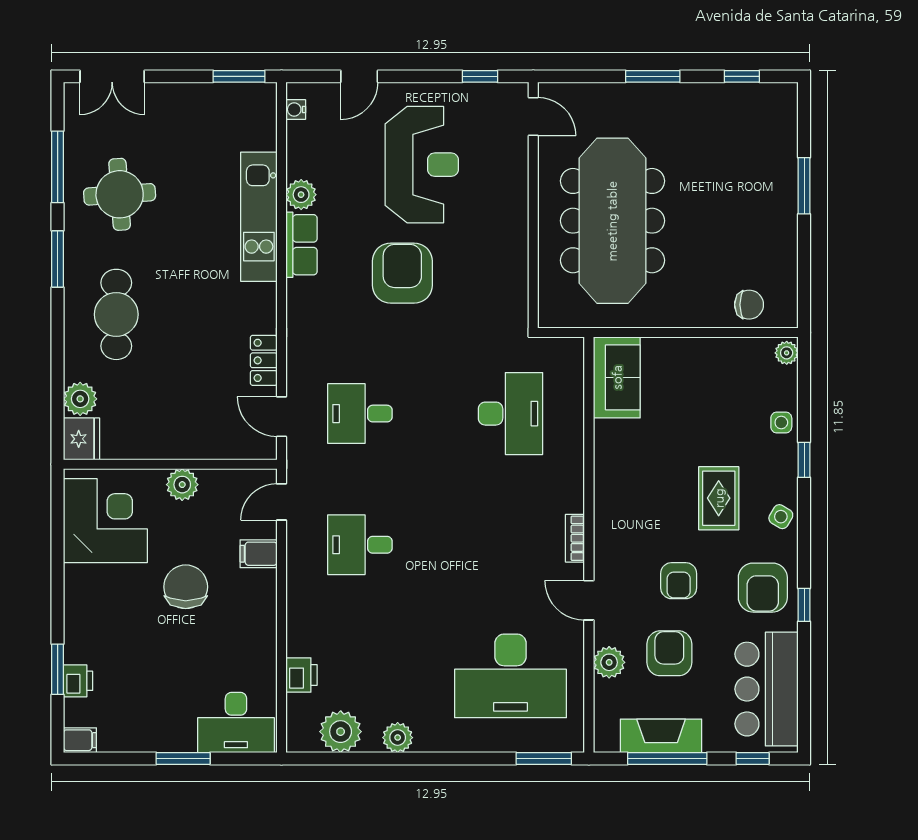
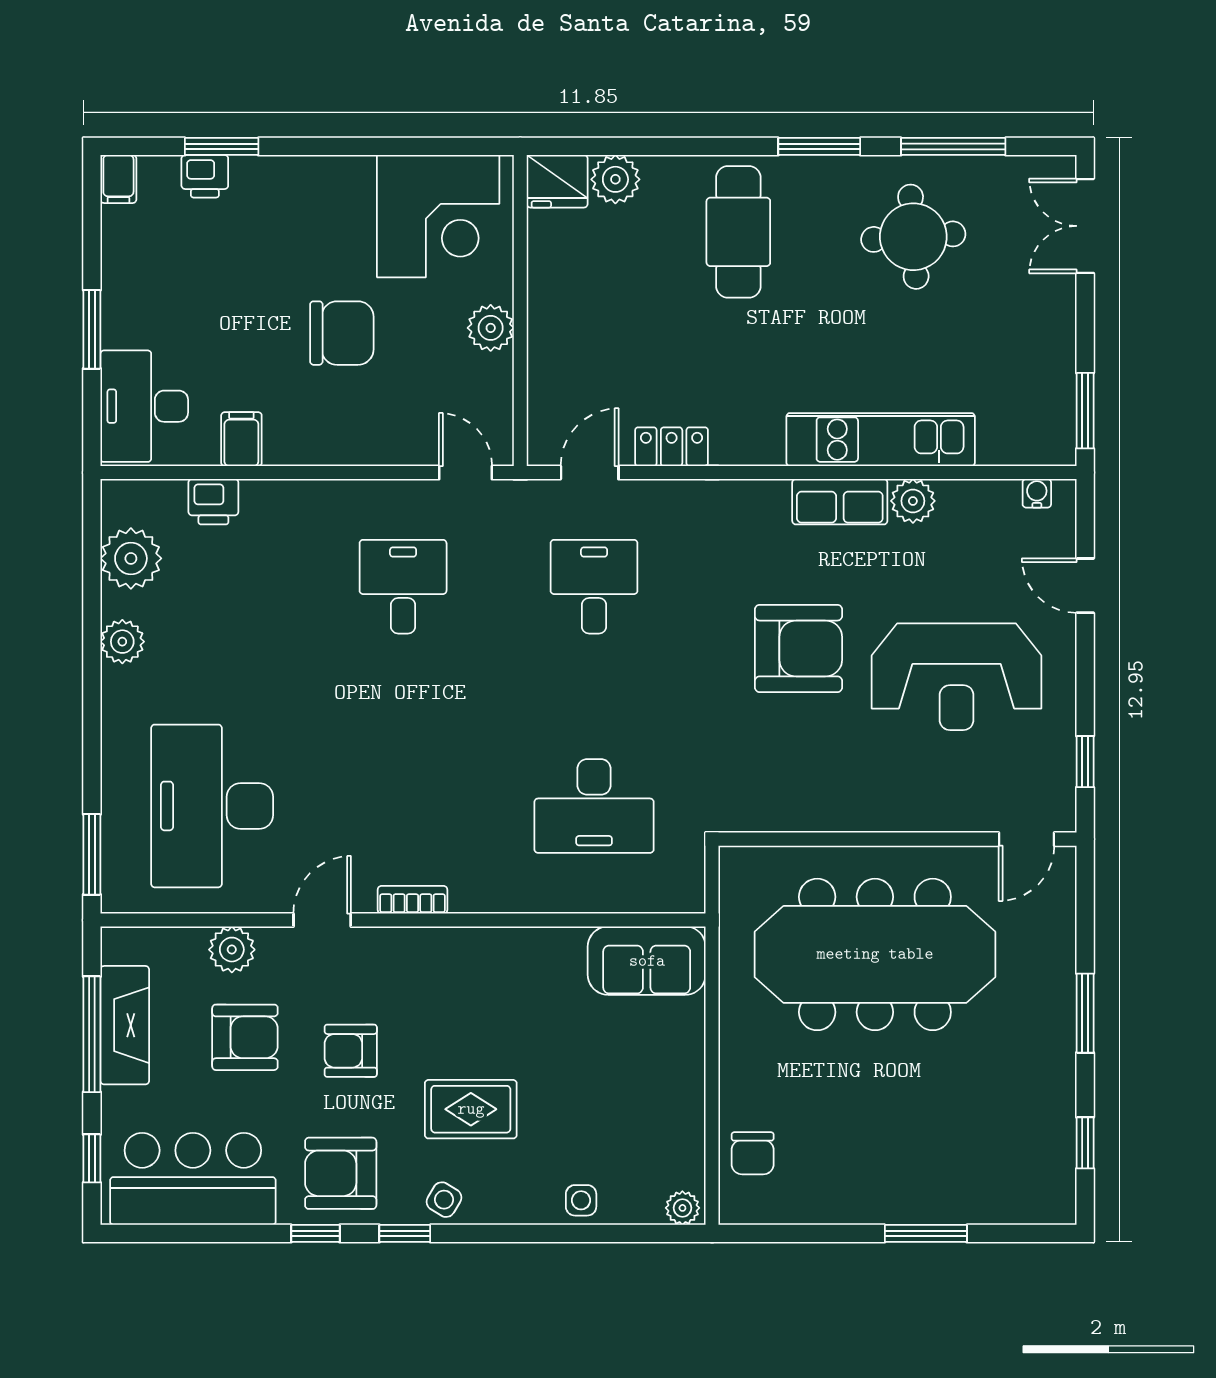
cafe table: (116, 314) -> (738, 232), turned 90
window: (804, 460) -> (405, 1233), moved
filing cabinet: (259, 554) -> (241, 439), moved

